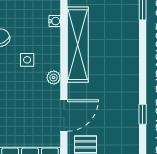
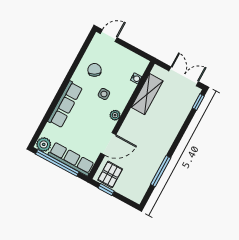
shelving: (78, 45) -> (147, 94), width x0.68
window: (143, 114) -> (161, 171), width x2.17

